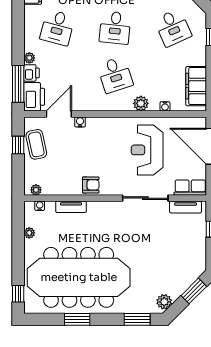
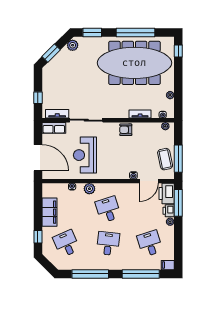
desk: (57, 28) -> (150, 244), turned -33
filing cabinet: (196, 86) -> (49, 212), moved
window: (18, 145) -> (178, 159), width x2.17
reception desk: (147, 150) -> (85, 155), turned 180
window: (77, 319) -> (136, 33), width x2.11

